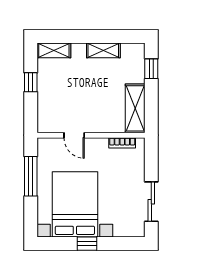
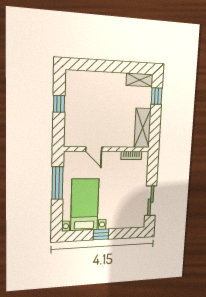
shelving: (54, 50) -> (79, 77), removed
shelving: (103, 50) -> (140, 80), moved
bed with nightstands: (75, 204) -> (85, 205), width x0.73

